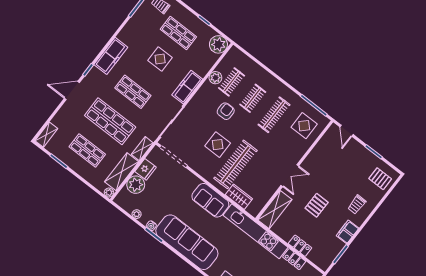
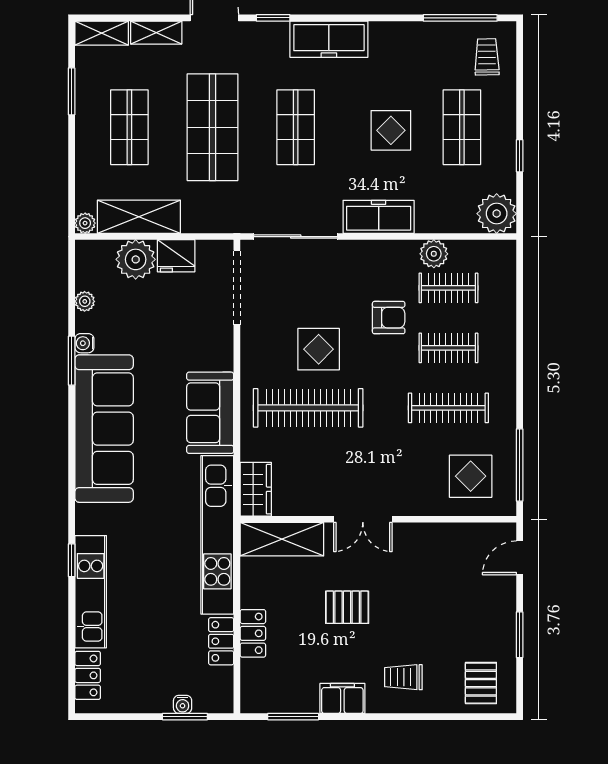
shelving: (142, 149) -> (156, 33), moved
wardrobe: (239, 197) -> (256, 489), moved

